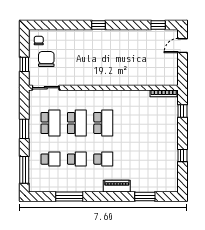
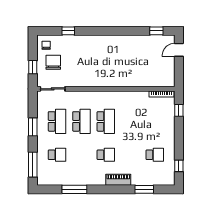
window: (99, 25) -> (68, 31), moved
window: (182, 156) -> (179, 166), moved
school desk: (77, 159) -> (155, 155), moved

